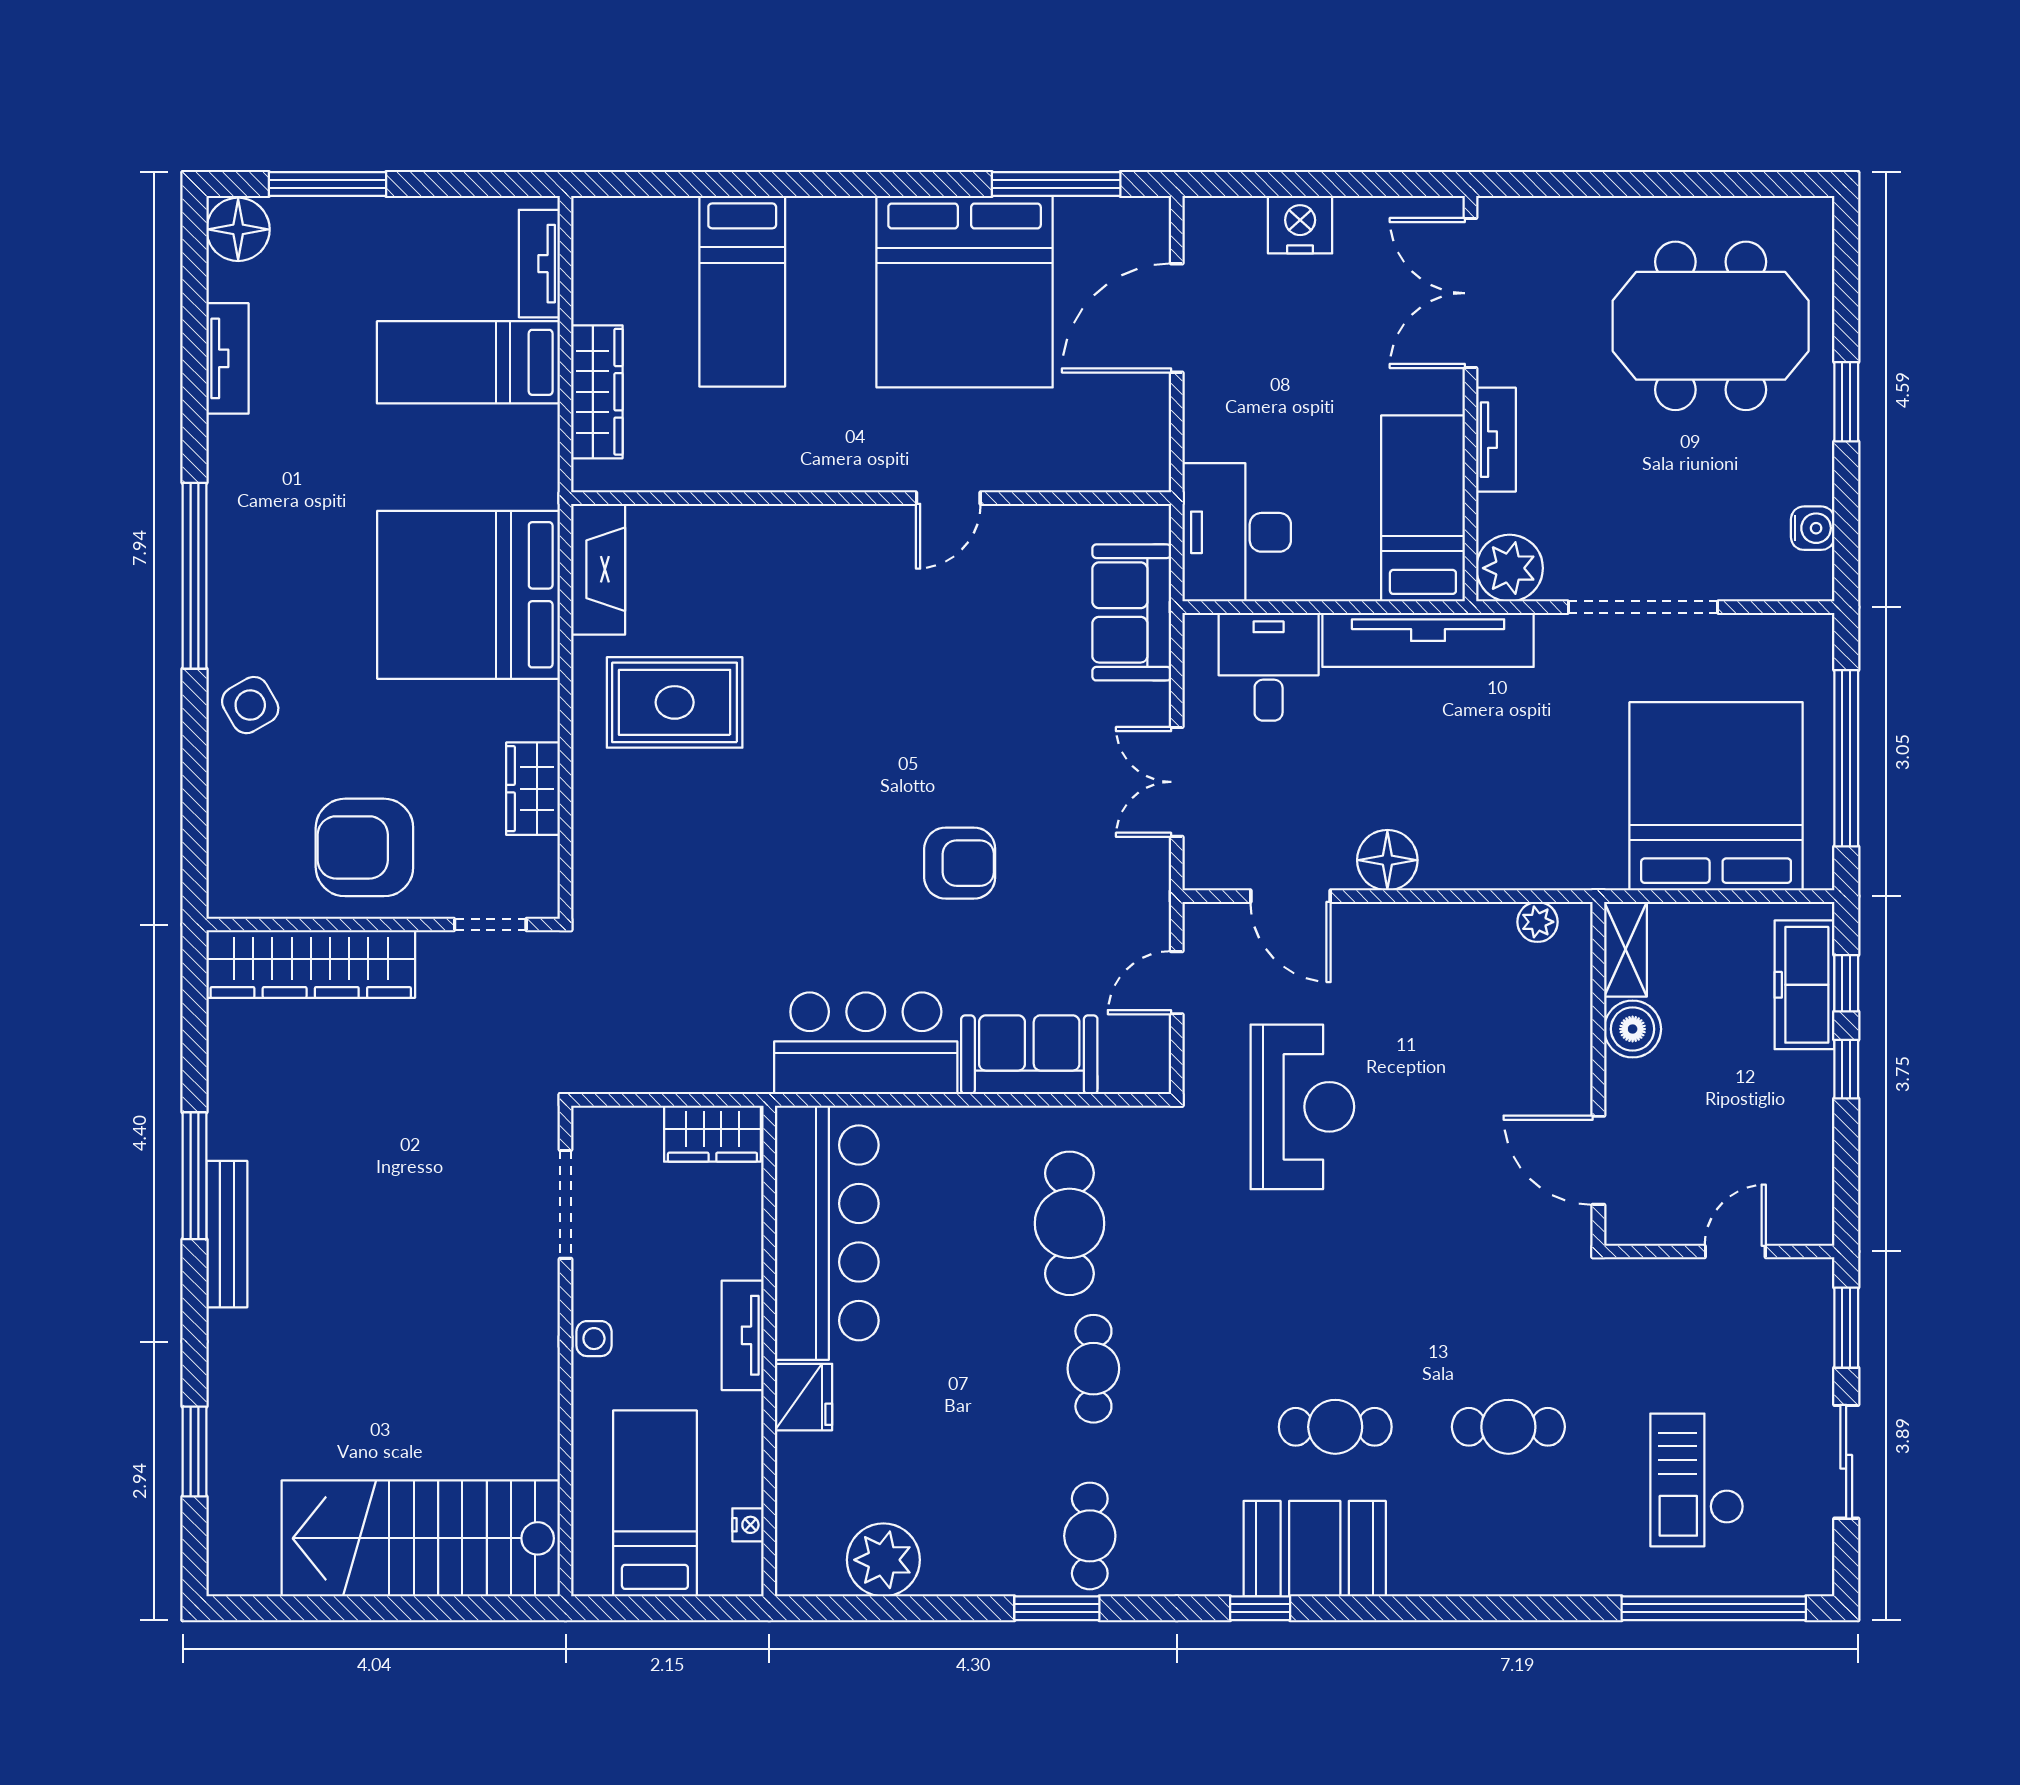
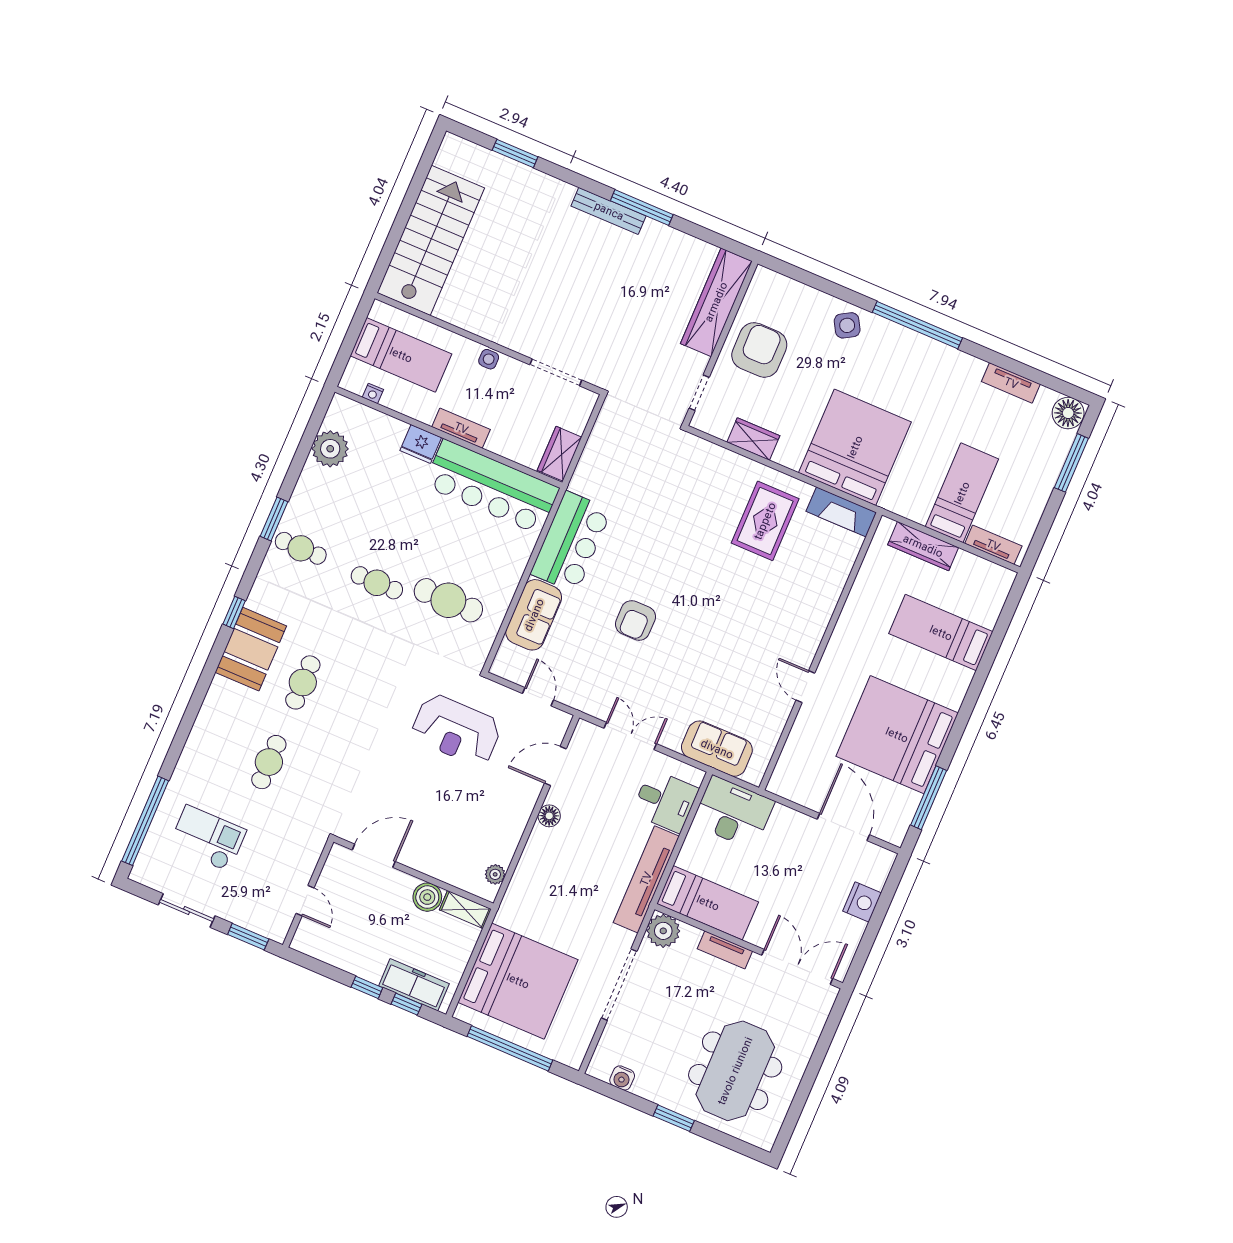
floor lamp: (1387, 860) -> (549, 816), width x0.73, depth x0.73

